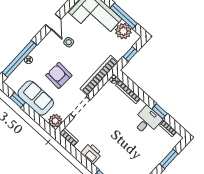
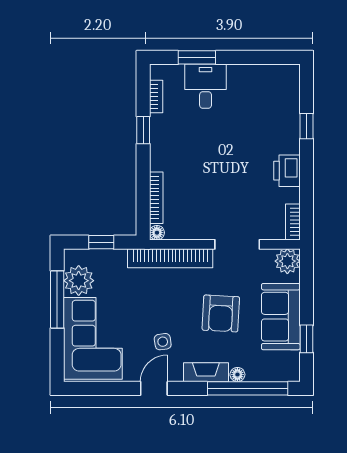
fireplace: (41, 48) -> (206, 372), added
desk: (147, 121) -> (206, 86), moved, turned 90

